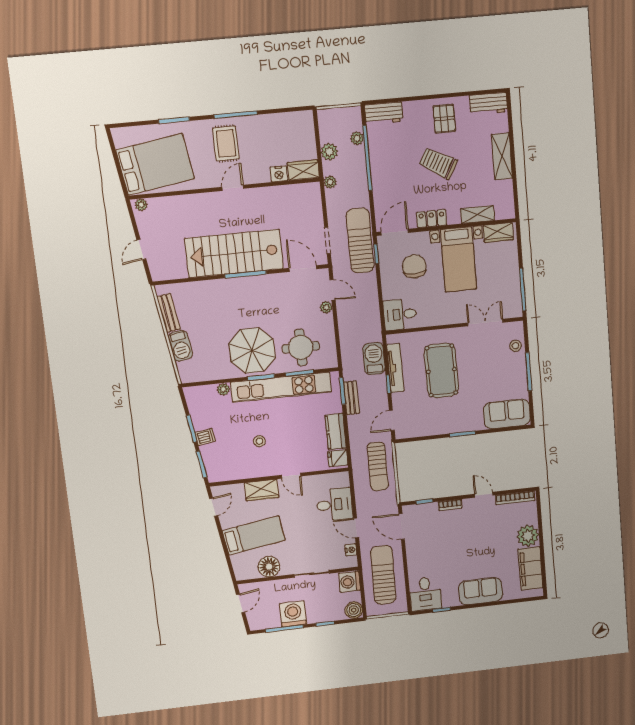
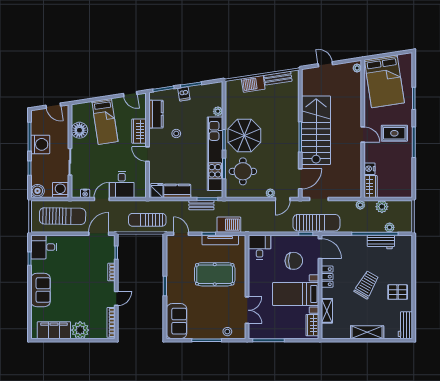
workbench: (384, 113) -> (381, 242), moved, turned -90
kitchen counter: (237, 471) -> (156, 114), added
door: (291, 476) -> (147, 154), hinge flipped

